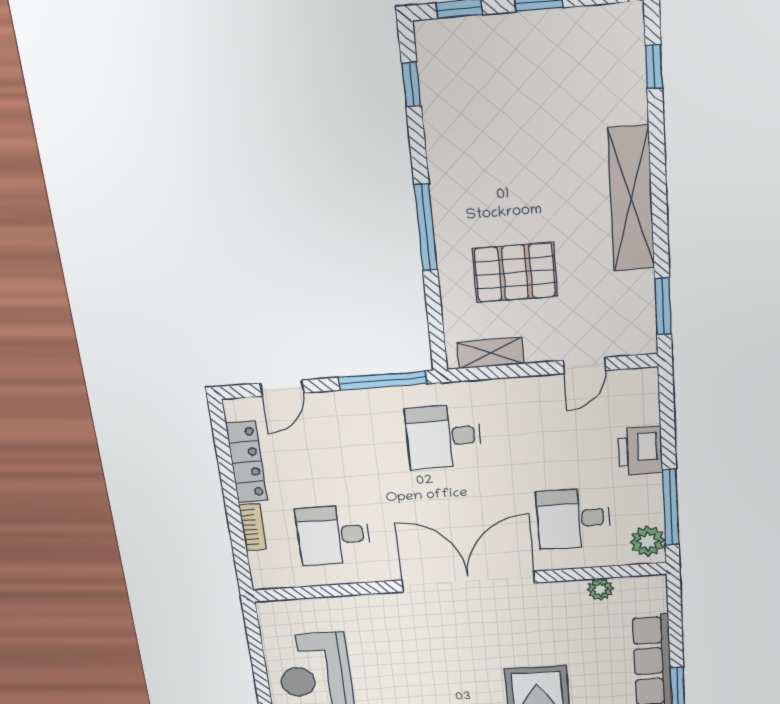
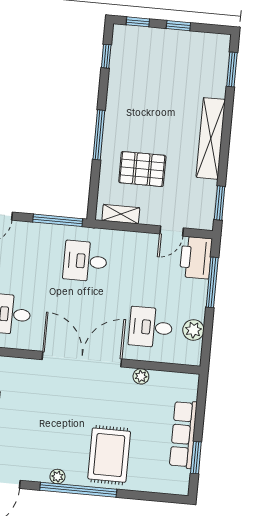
window: (654, 67) -> (232, 69), width x1.50
printer: (640, 451) -> (196, 258), moved, width x1.37, depth x1.19
window: (671, 507) -> (212, 282), moved
plant: (648, 541) -> (193, 330), moved
plant: (600, 589) -> (141, 376), moved

